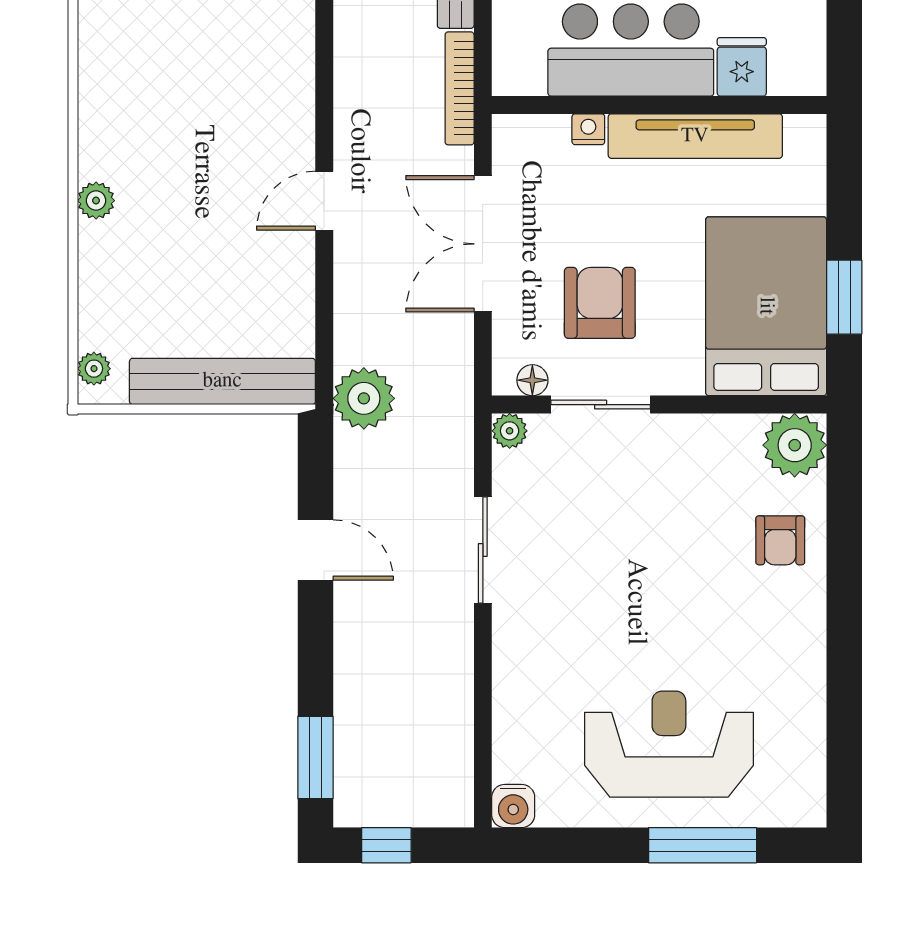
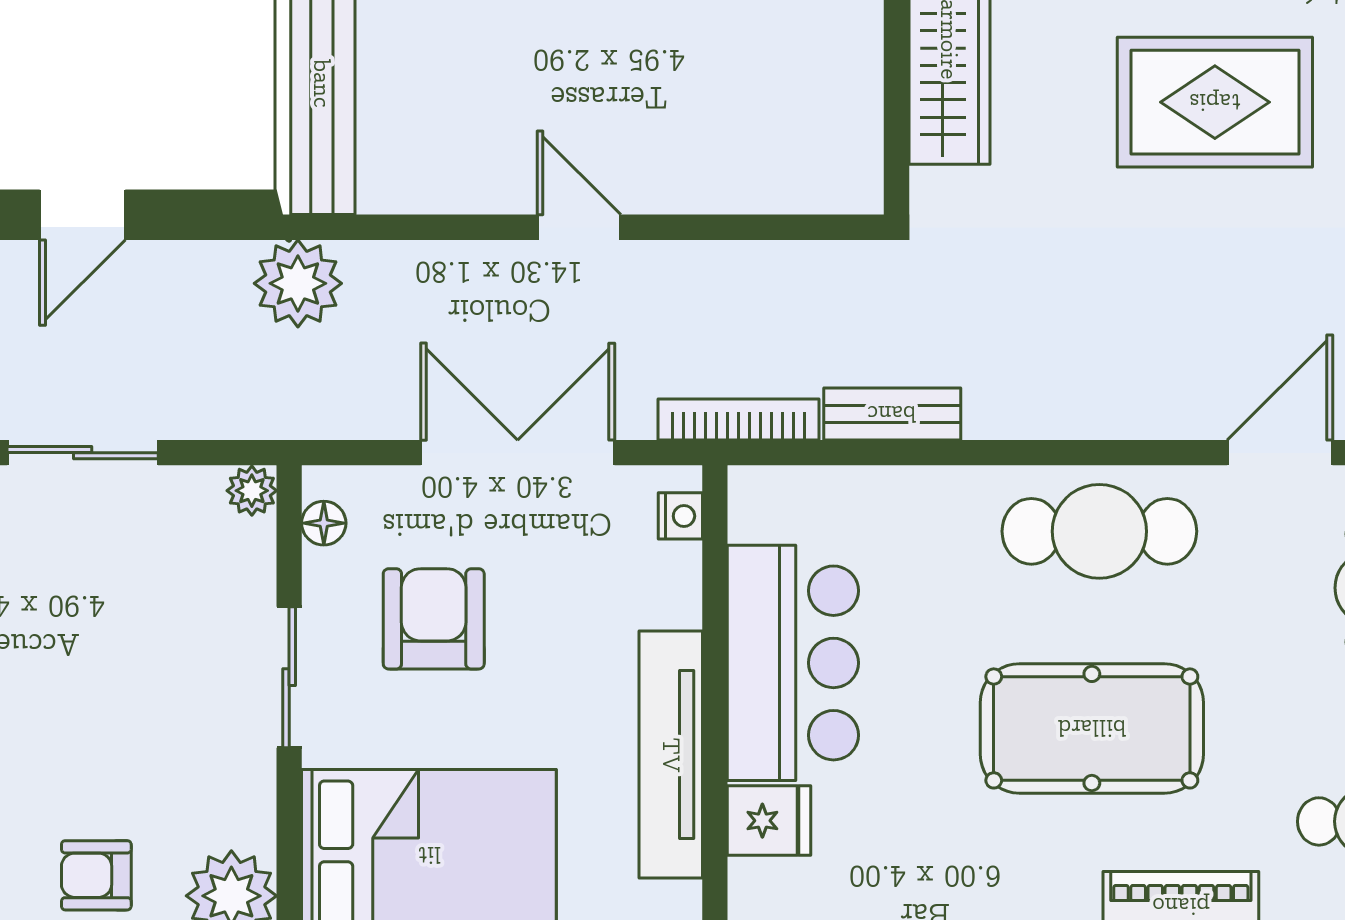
nightstand: (588, 129) -> (680, 516), moved
armchair: (600, 303) -> (434, 619), turned -90
sliding door: (601, 405) -> (289, 677), moved

